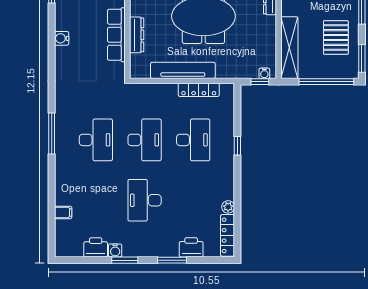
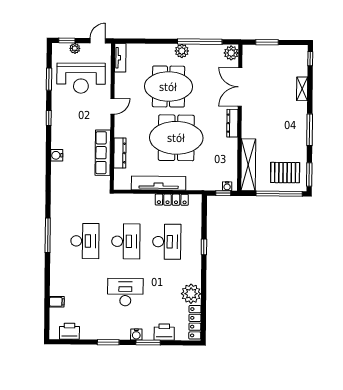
pallet: (336, 38) -> (285, 173), moved, turned 90
desk: (145, 200) -> (125, 292), turned 90
plant: (228, 207) -> (191, 294), width x1.87, depth x1.87
printer: (96, 247) -> (69, 331), moved
water cooler: (115, 250) -> (136, 334), moved

